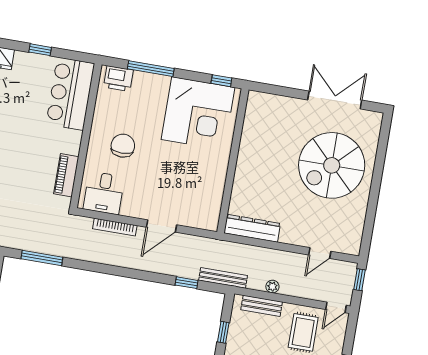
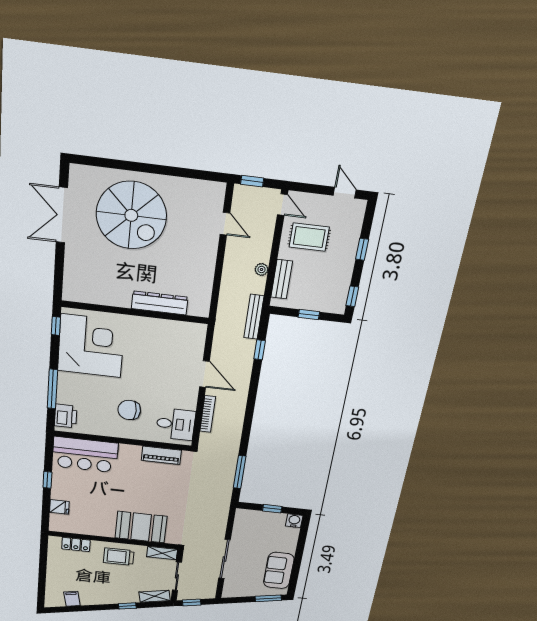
dresser: (252, 228) -> (160, 303), moved, turned 90

